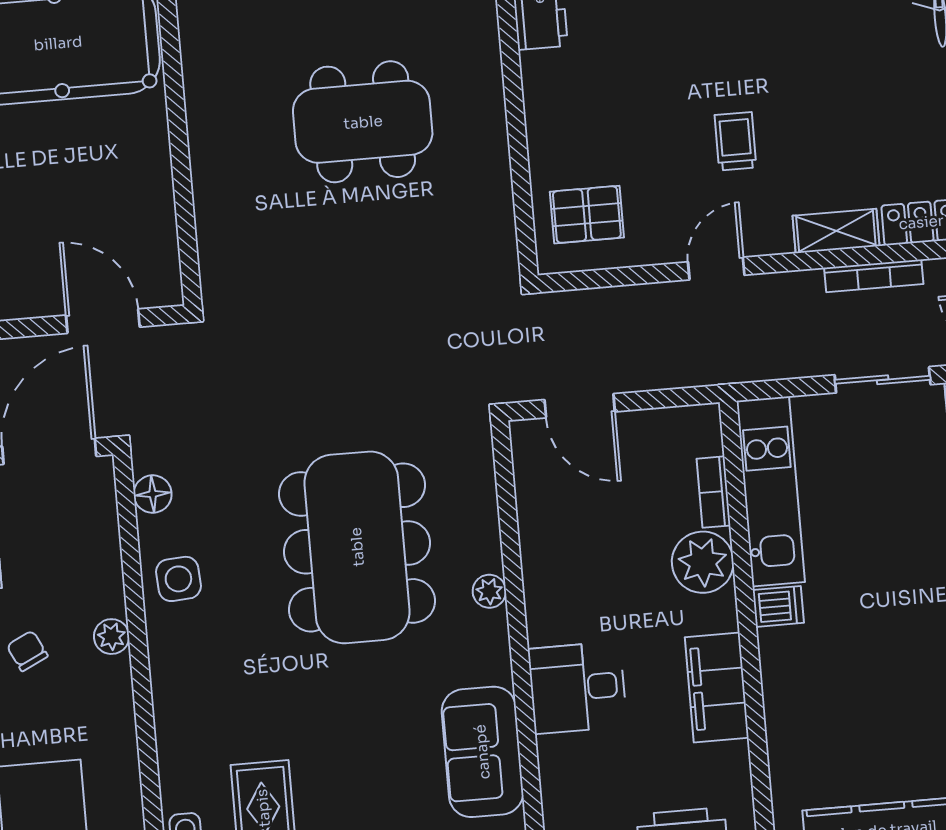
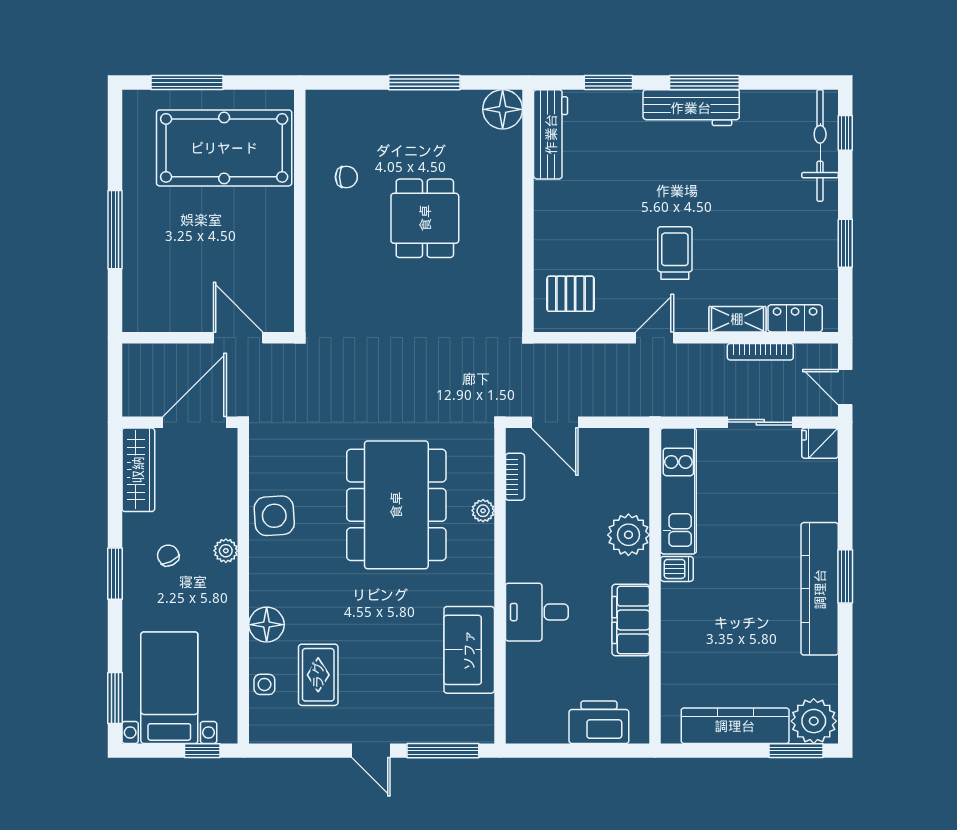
chair: (242, 71) -> (346, 177), added
dining table: (363, 122) -> (425, 218), width x0.73
trolley: (735, 141) -> (675, 253), width x1.36, depth x1.39
bookcase: (714, 492) -> (515, 477), moved, turned 180
floor lamp: (153, 494) -> (267, 625), moved, width x1.38, depth x1.38
side table: (178, 579) -> (274, 516), width x1.37, depth x1.37
plant: (489, 591) -> (483, 511), moved

